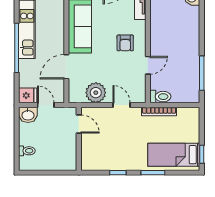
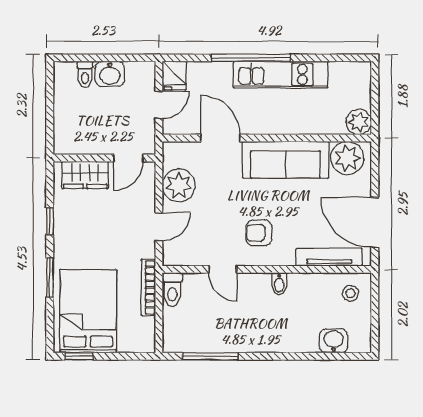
bidet: (157, 30) -> (279, 284), added
washbasin: (28, 115) -> (110, 74), moved, turned -90
wardrobe: (89, 151) -> (85, 175), added
bed: (174, 155) -> (88, 311), width x1.50

